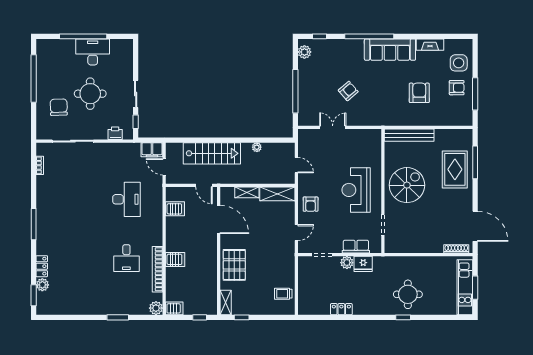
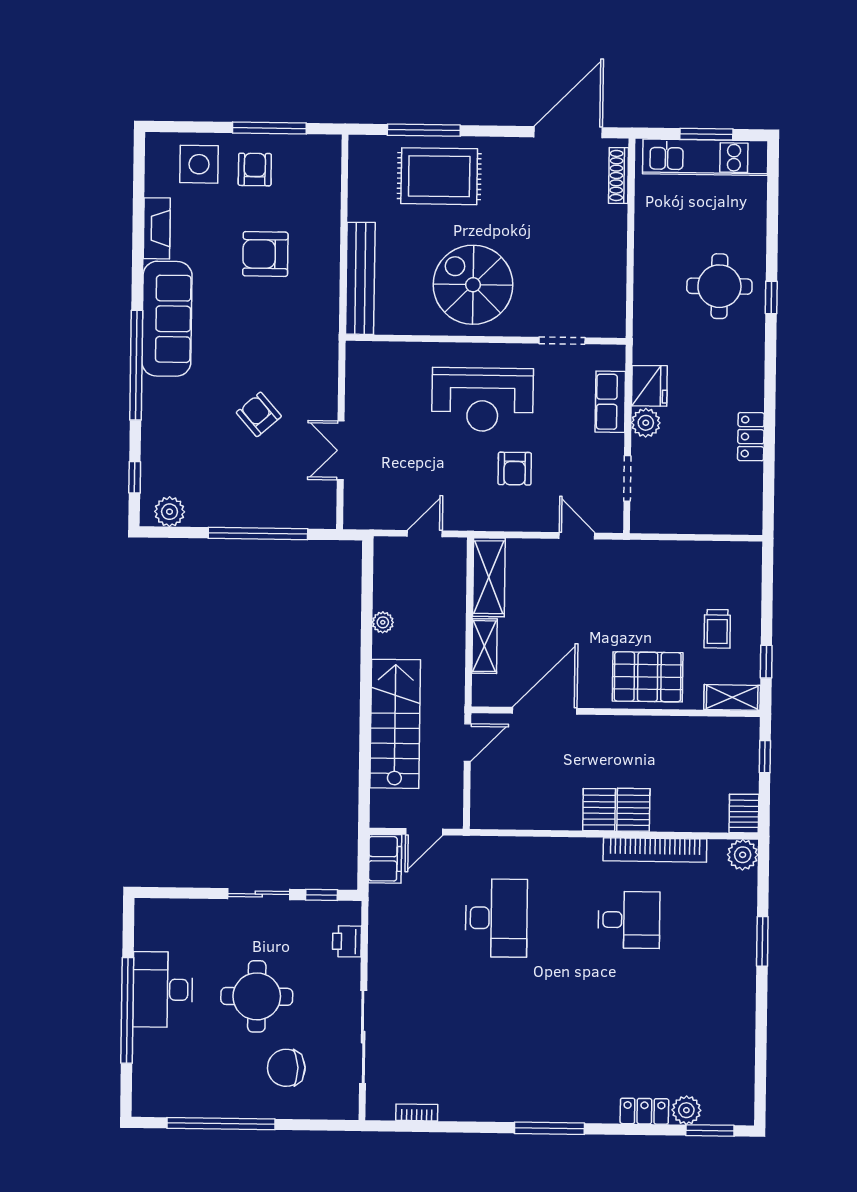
desk: (126, 199) -> (496, 918), turned 90
armchair: (311, 204) -> (515, 469), moved, turned 90
server rack: (175, 209) -> (599, 810), moved
trolley: (283, 294) -> (717, 629), moved

